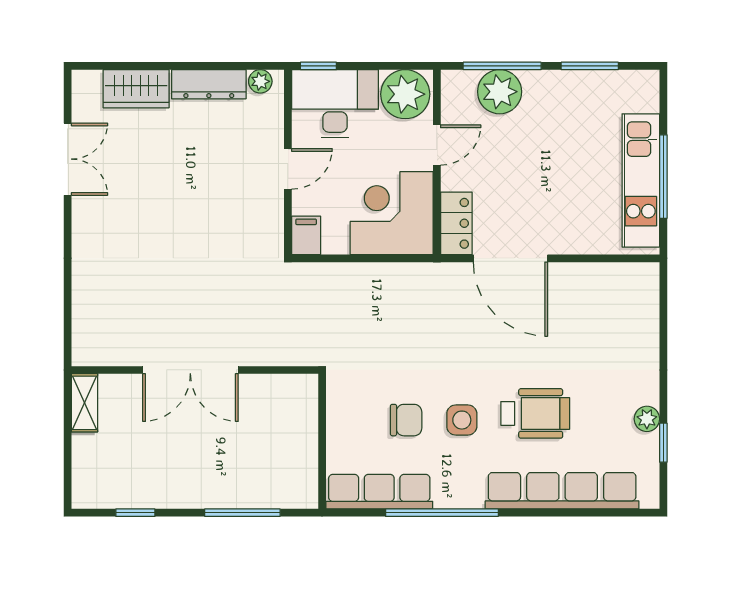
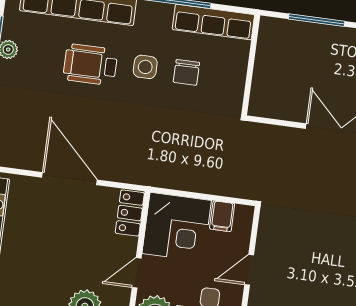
filing cabinet: (306, 235) -> (222, 216), moved
door: (510, 258) -> (69, 179), moved
chair: (406, 420) -> (186, 72), turned -90

